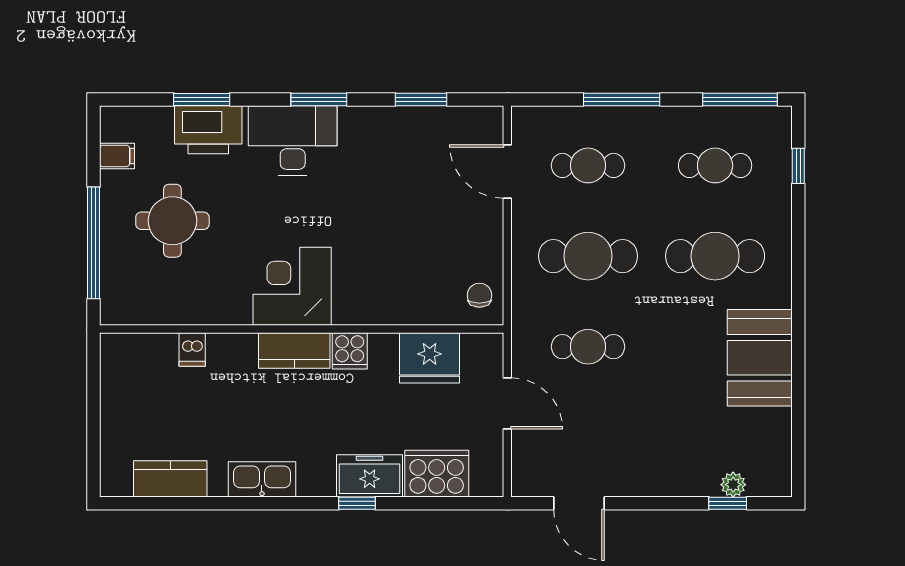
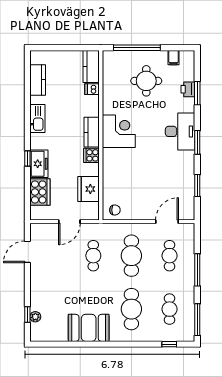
printer: (208, 130) -> (188, 89), width x0.53, depth x0.68
kitchen counter: (138, 352) -> (91, 66), added

